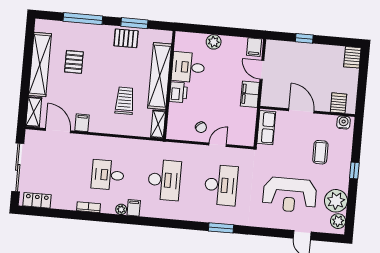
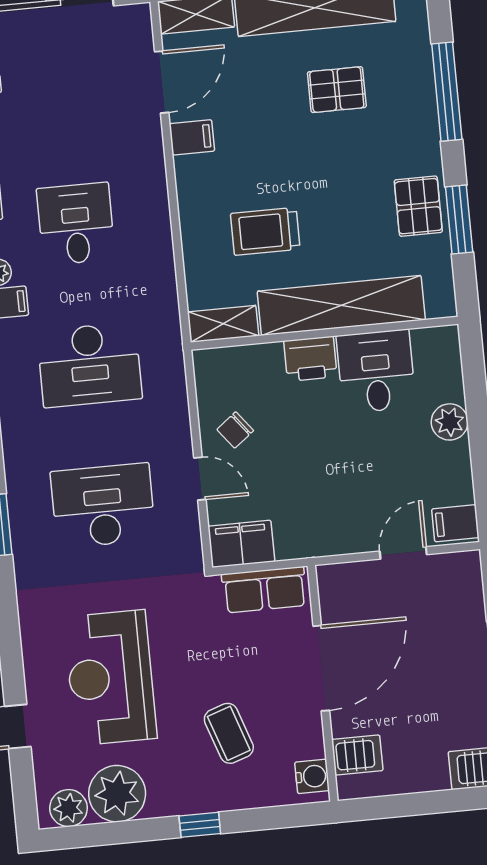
filing cabinet: (250, 94) -> (241, 544), moved
trolley: (125, 101) -> (265, 231), turned 180
door: (301, 111) -> (321, 668), width x1.36
coffee table: (320, 152) -> (229, 733), turned 71
desk: (221, 185) -> (103, 506), turned 180

